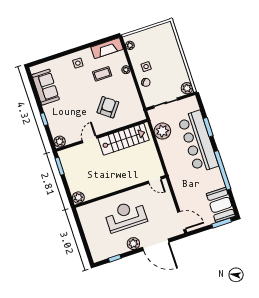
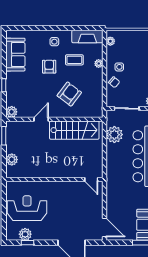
armchair: (81, 88) -> (49, 67), added
plant: (78, 198) -> (12, 160), moved
reception desk: (126, 216) -> (27, 208), moved
plant: (133, 244) -> (25, 234), moved

